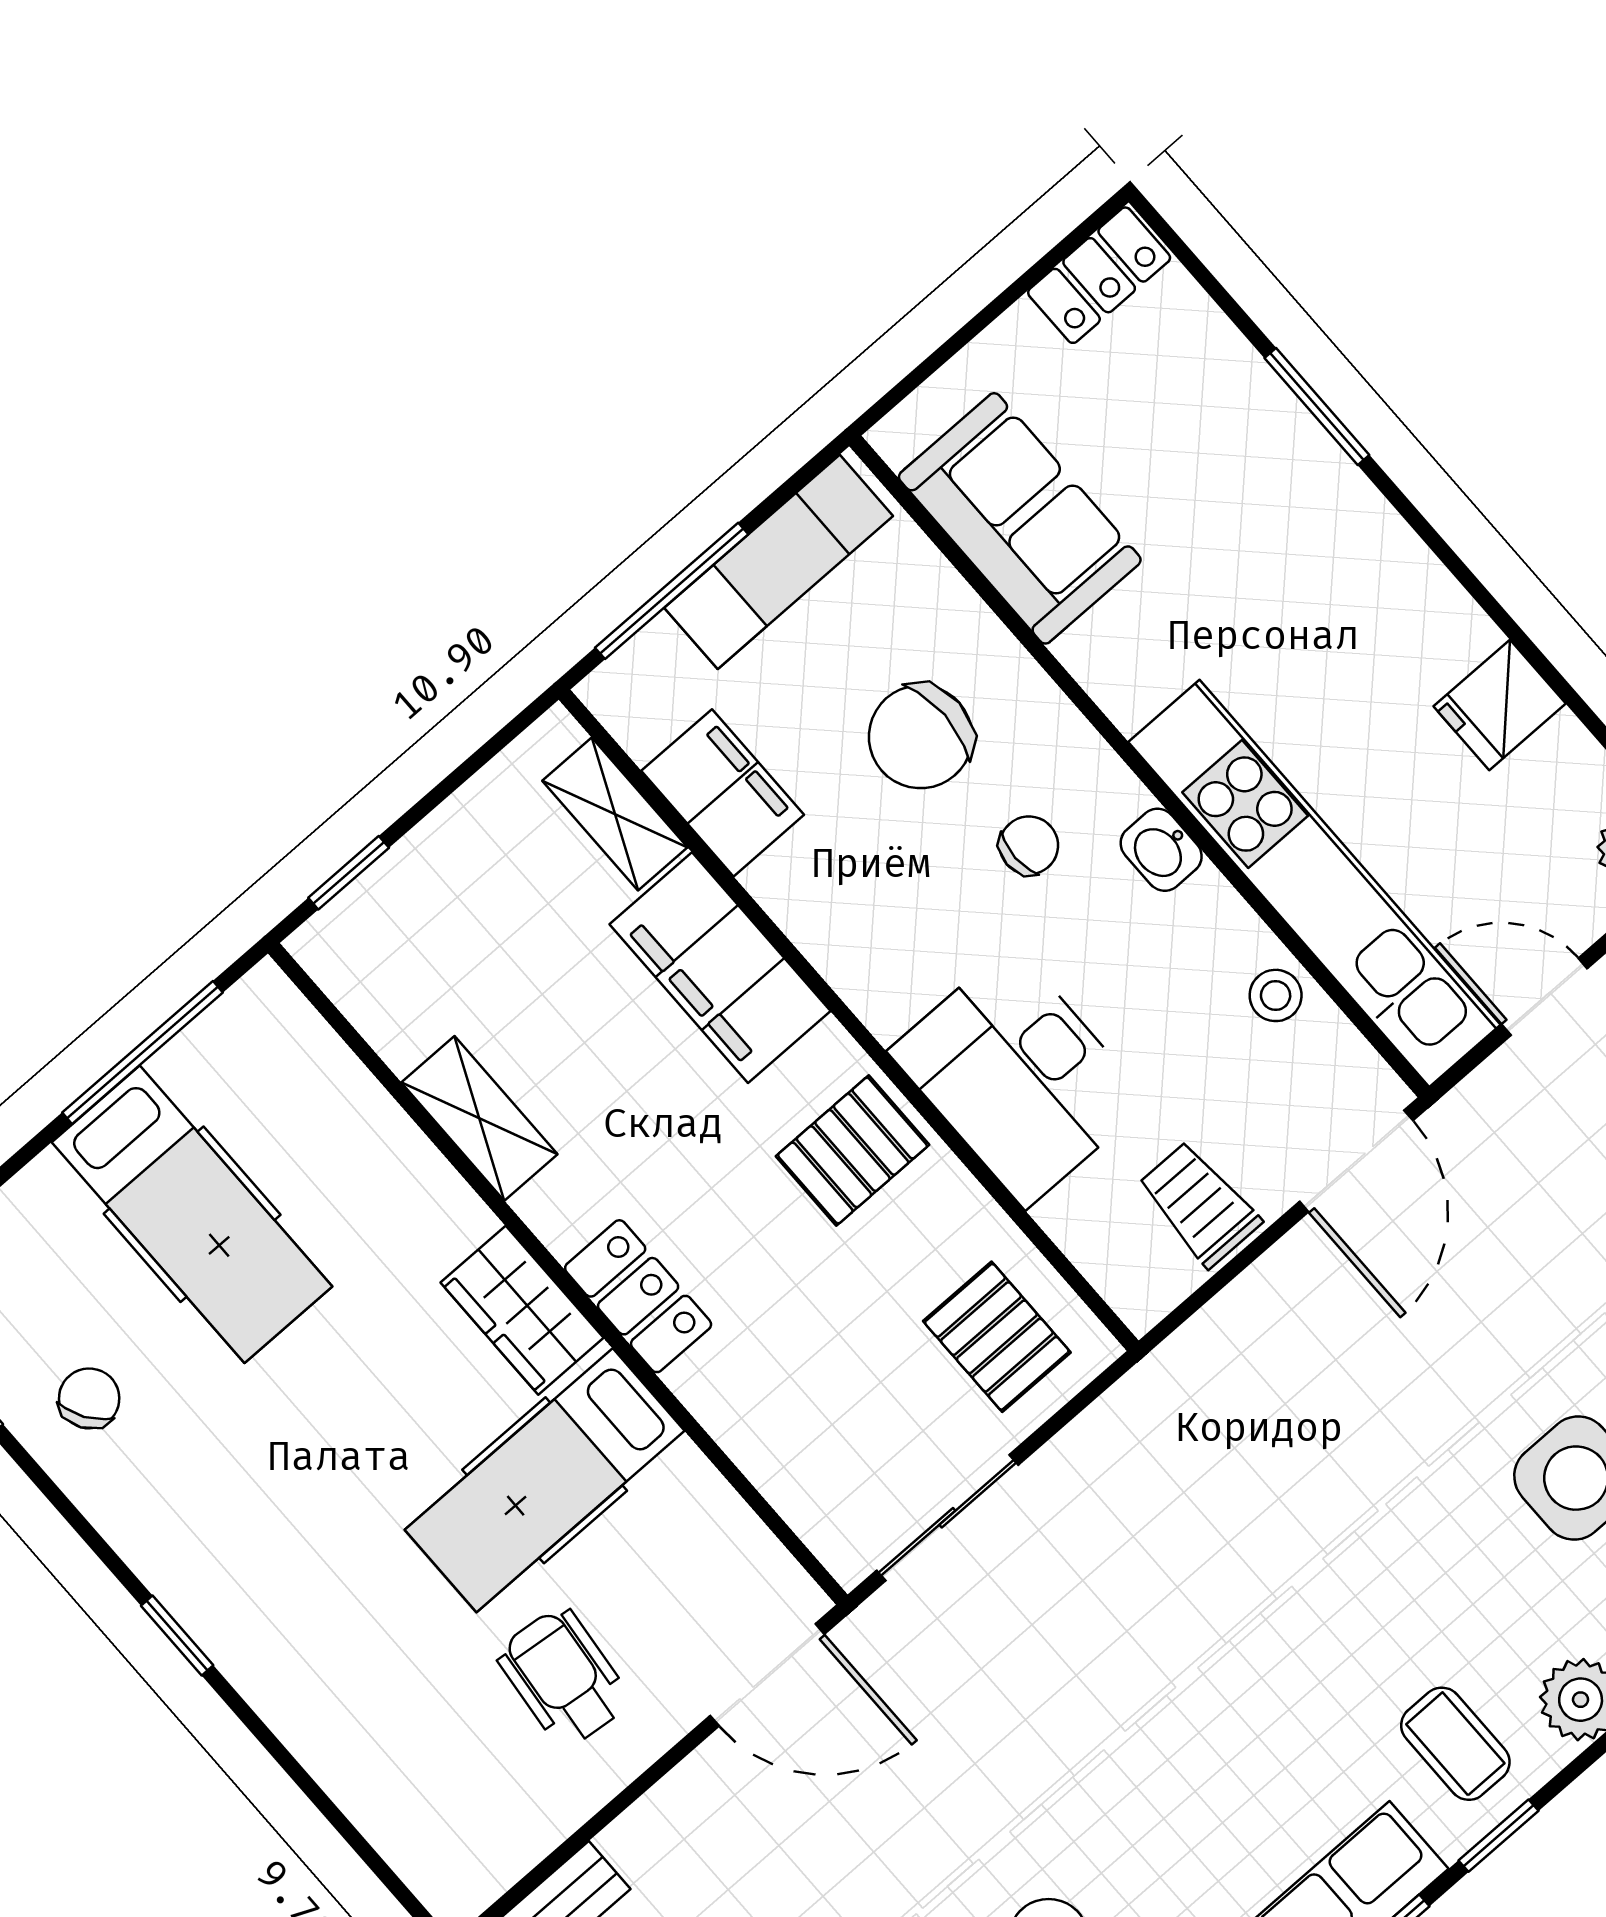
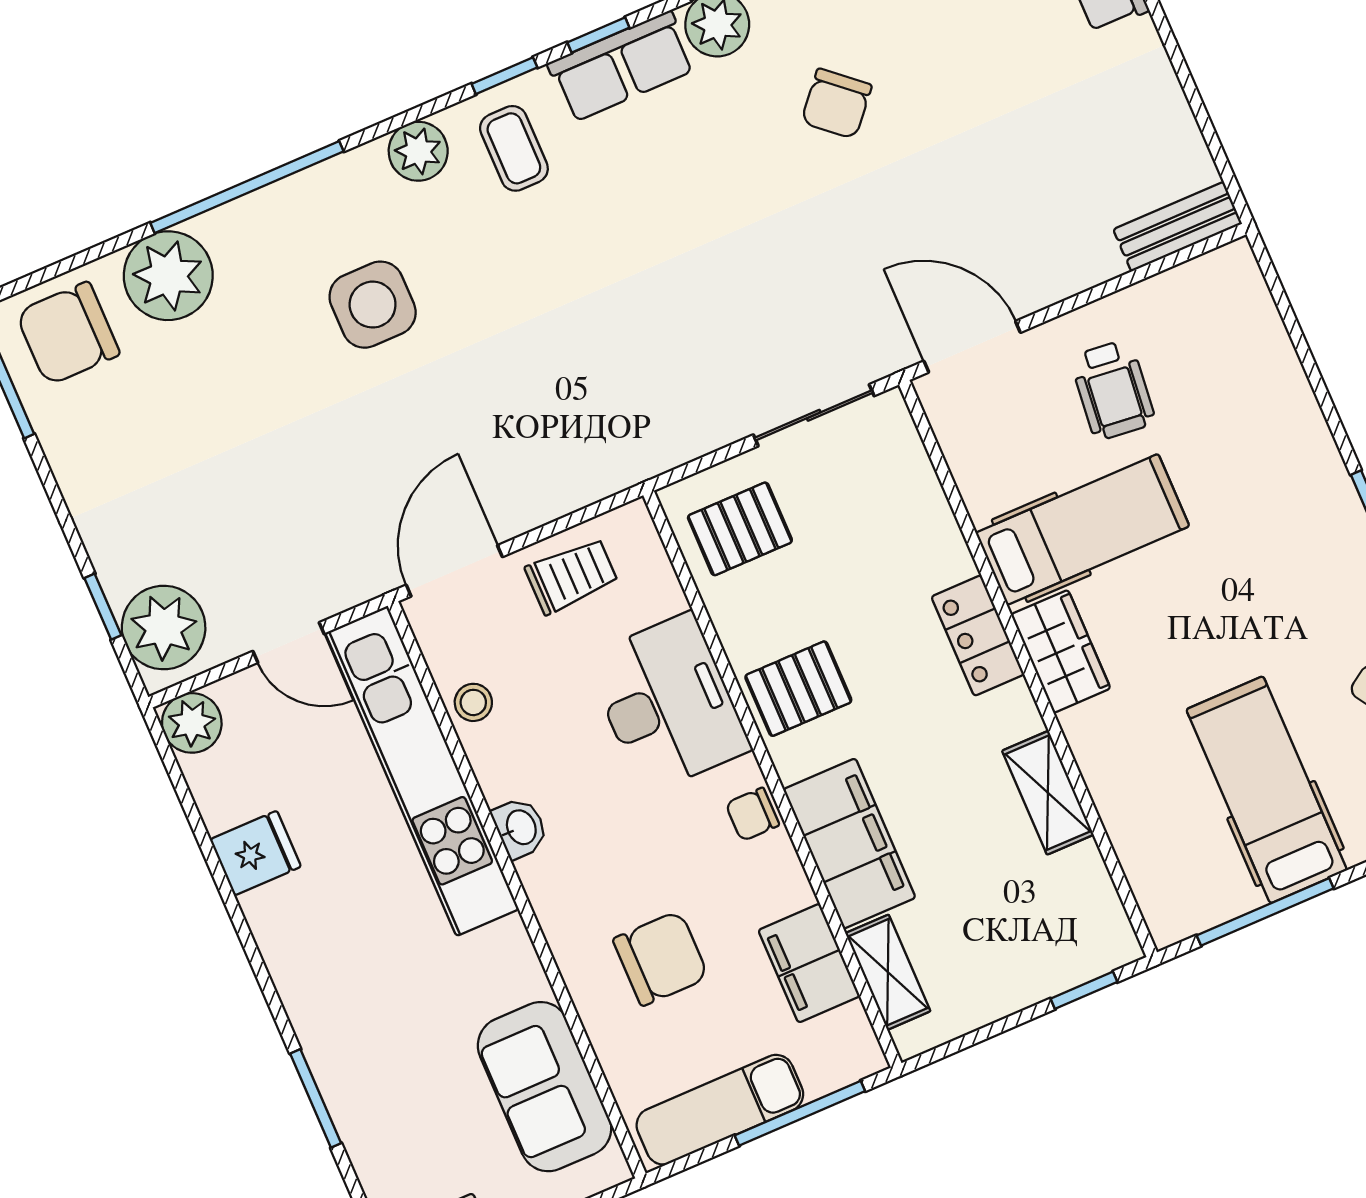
chair: (1029, 845) -> (752, 814), moved
trolley: (1199, 1204) -> (572, 576), turned -90
pallet: (997, 1337) -> (740, 529), turned 90

